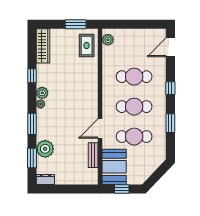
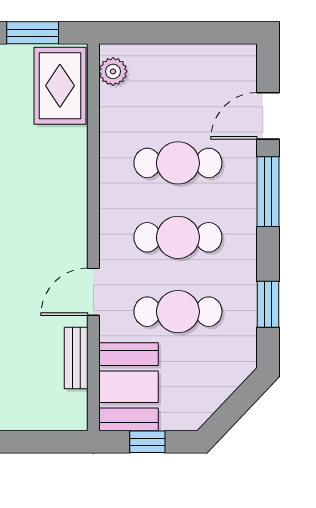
rug: (87, 46) -> (60, 86), width x1.36, depth x1.43
door: (170, 47) -> (268, 116), moved
window: (170, 88) -> (268, 192), width x2.17
window: (170, 123) -> (268, 304), moved

